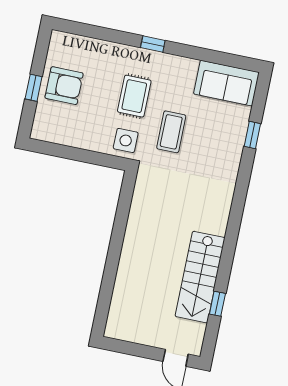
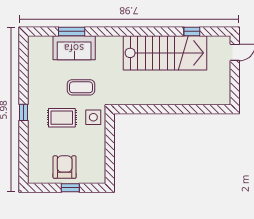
sofa: (226, 83) -> (74, 48), moved, turned 90
window: (252, 135) -> (72, 31), width x1.50
stairs: (200, 277) -> (165, 53), width x1.36, depth x1.51

